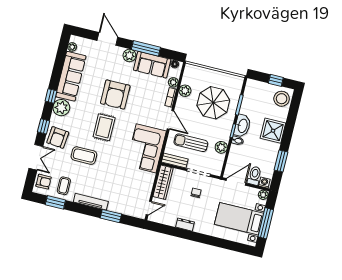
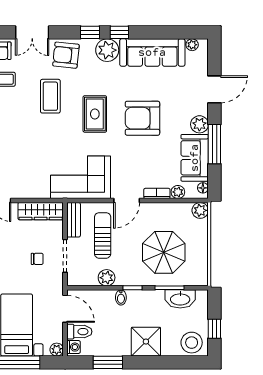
plant: (185, 91) -> (200, 210), moved
window: (44, 126) -> (90, 32), moved
washbasin: (242, 126) -> (180, 299), moved
rug: (104, 127) -> (95, 114), turned 90

